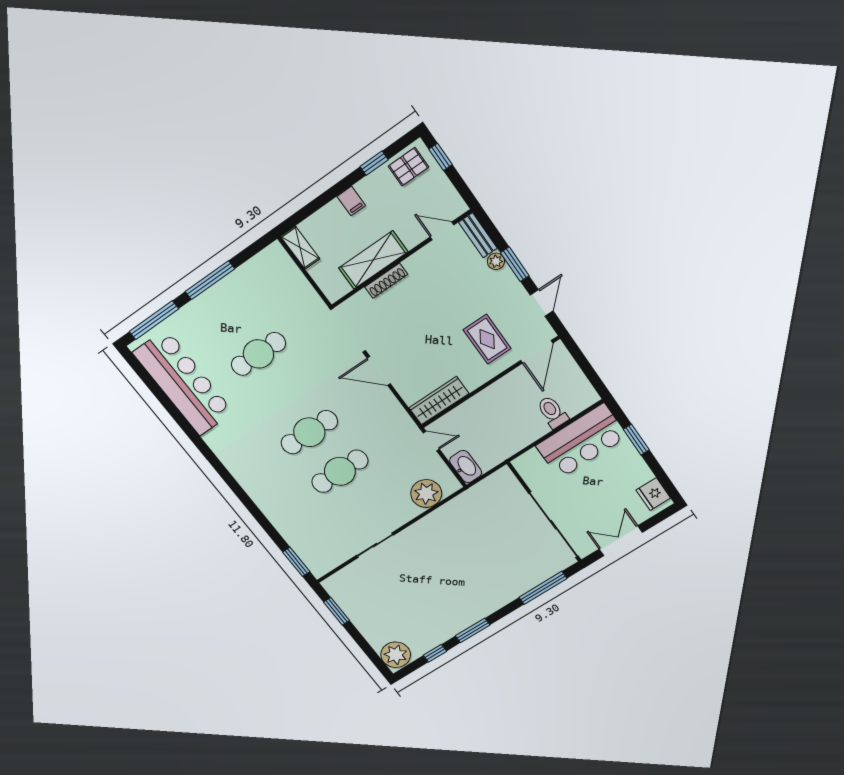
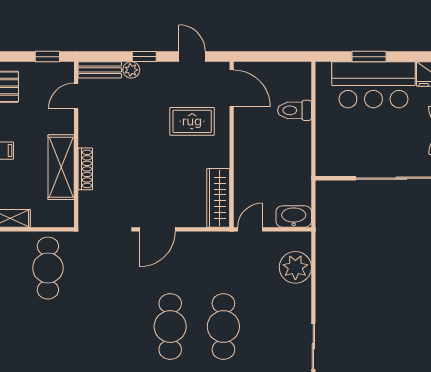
window: (441, 157) -> (47, 57), moved
window: (515, 264) -> (144, 57), width x0.67
cafe table: (258, 354) -> (48, 268), moved
bar counter: (582, 441) -> (373, 85), moved, turned 90

